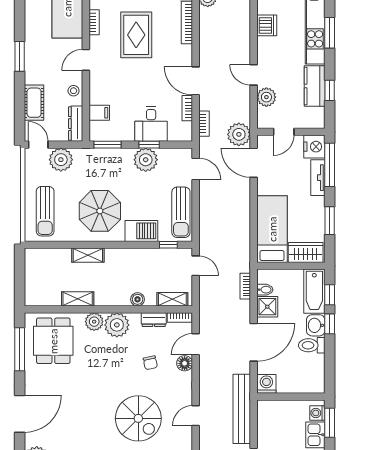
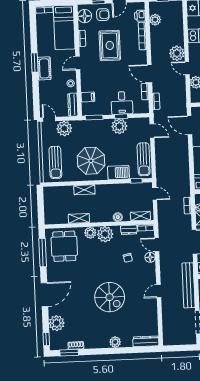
cot: (34, 103) -> (44, 68), moved
plant: (239, 134) -> (177, 53), moved
door: (196, 344) -> (157, 245), hinge flipped
spiral stairs: (138, 418) -> (110, 297), moved

